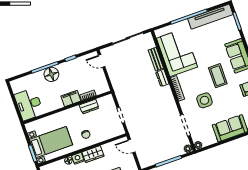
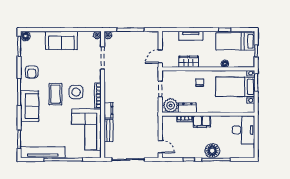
side table: (204, 100) -> (76, 92), moved
plant: (106, 103) -> (171, 105), added
door: (132, 146) -> (160, 56), swing flipped
wardrobe: (93, 154) -> (189, 62), moved
nightstand: (78, 158) -> (215, 63), removed

